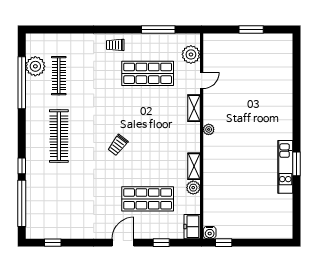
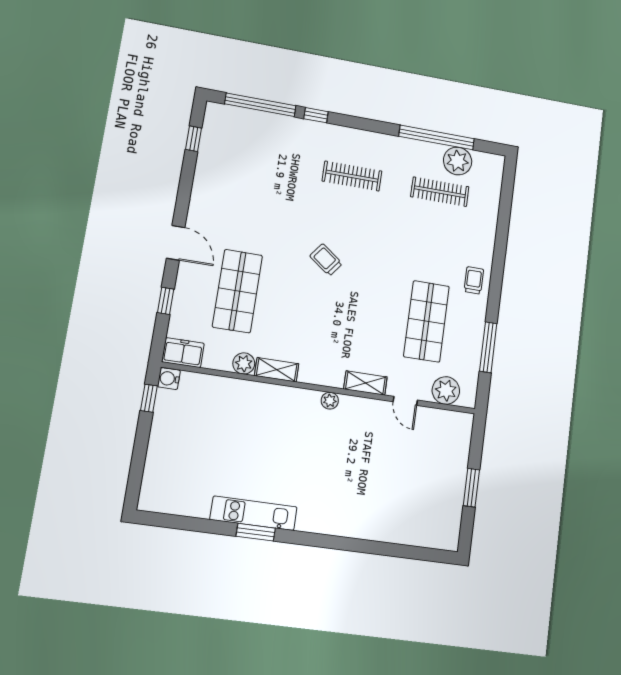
clothes rail: (59, 136) -> (352, 176), width x0.73, depth x0.76

